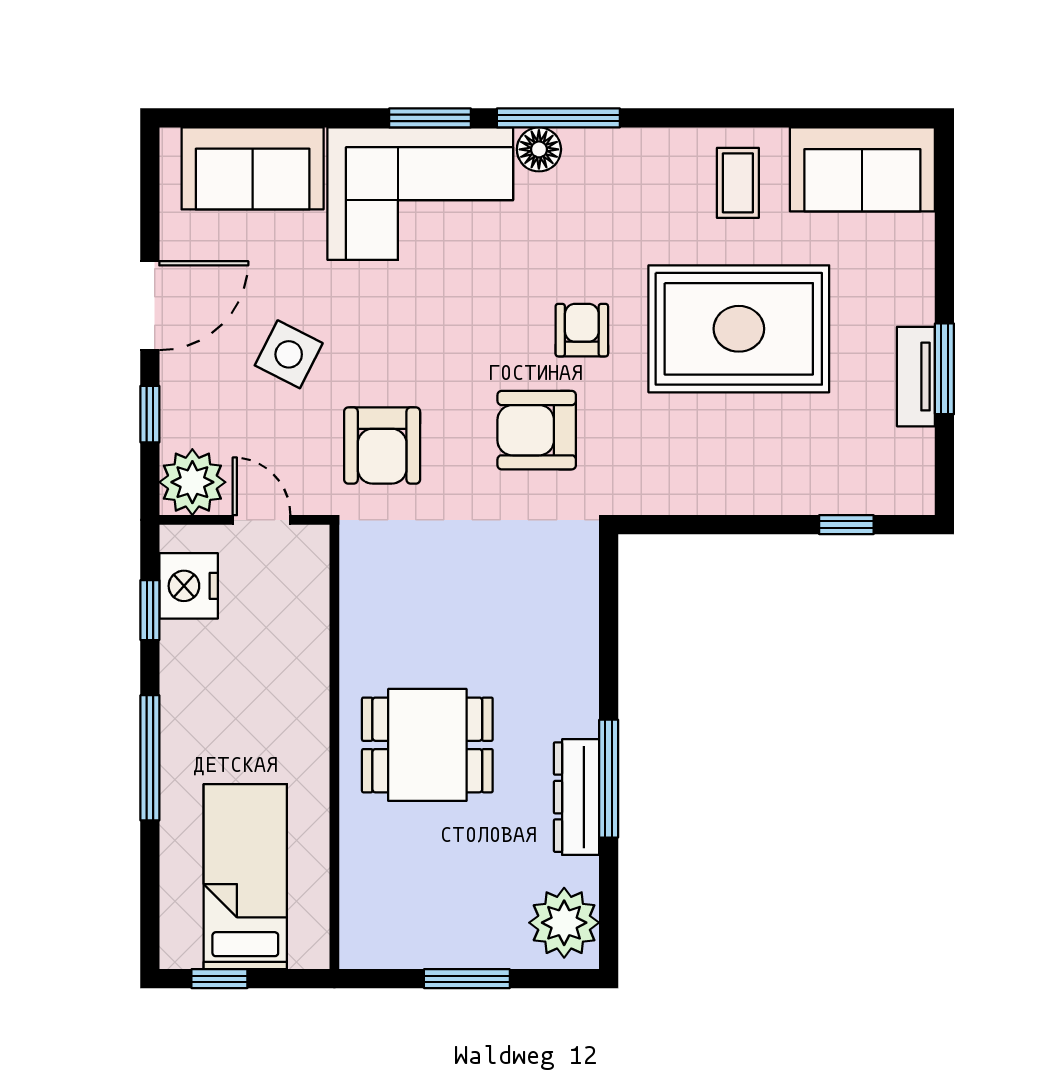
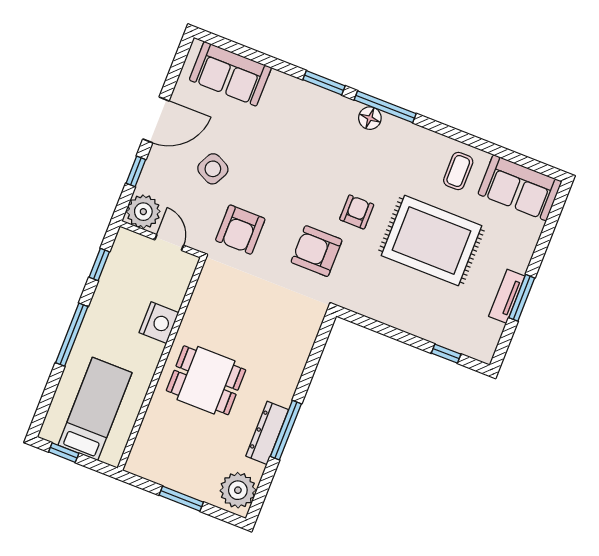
corner sofa: (420, 194) -> (305, 117), removed
nightstand: (189, 586) -> (159, 323), moved, turned 180

